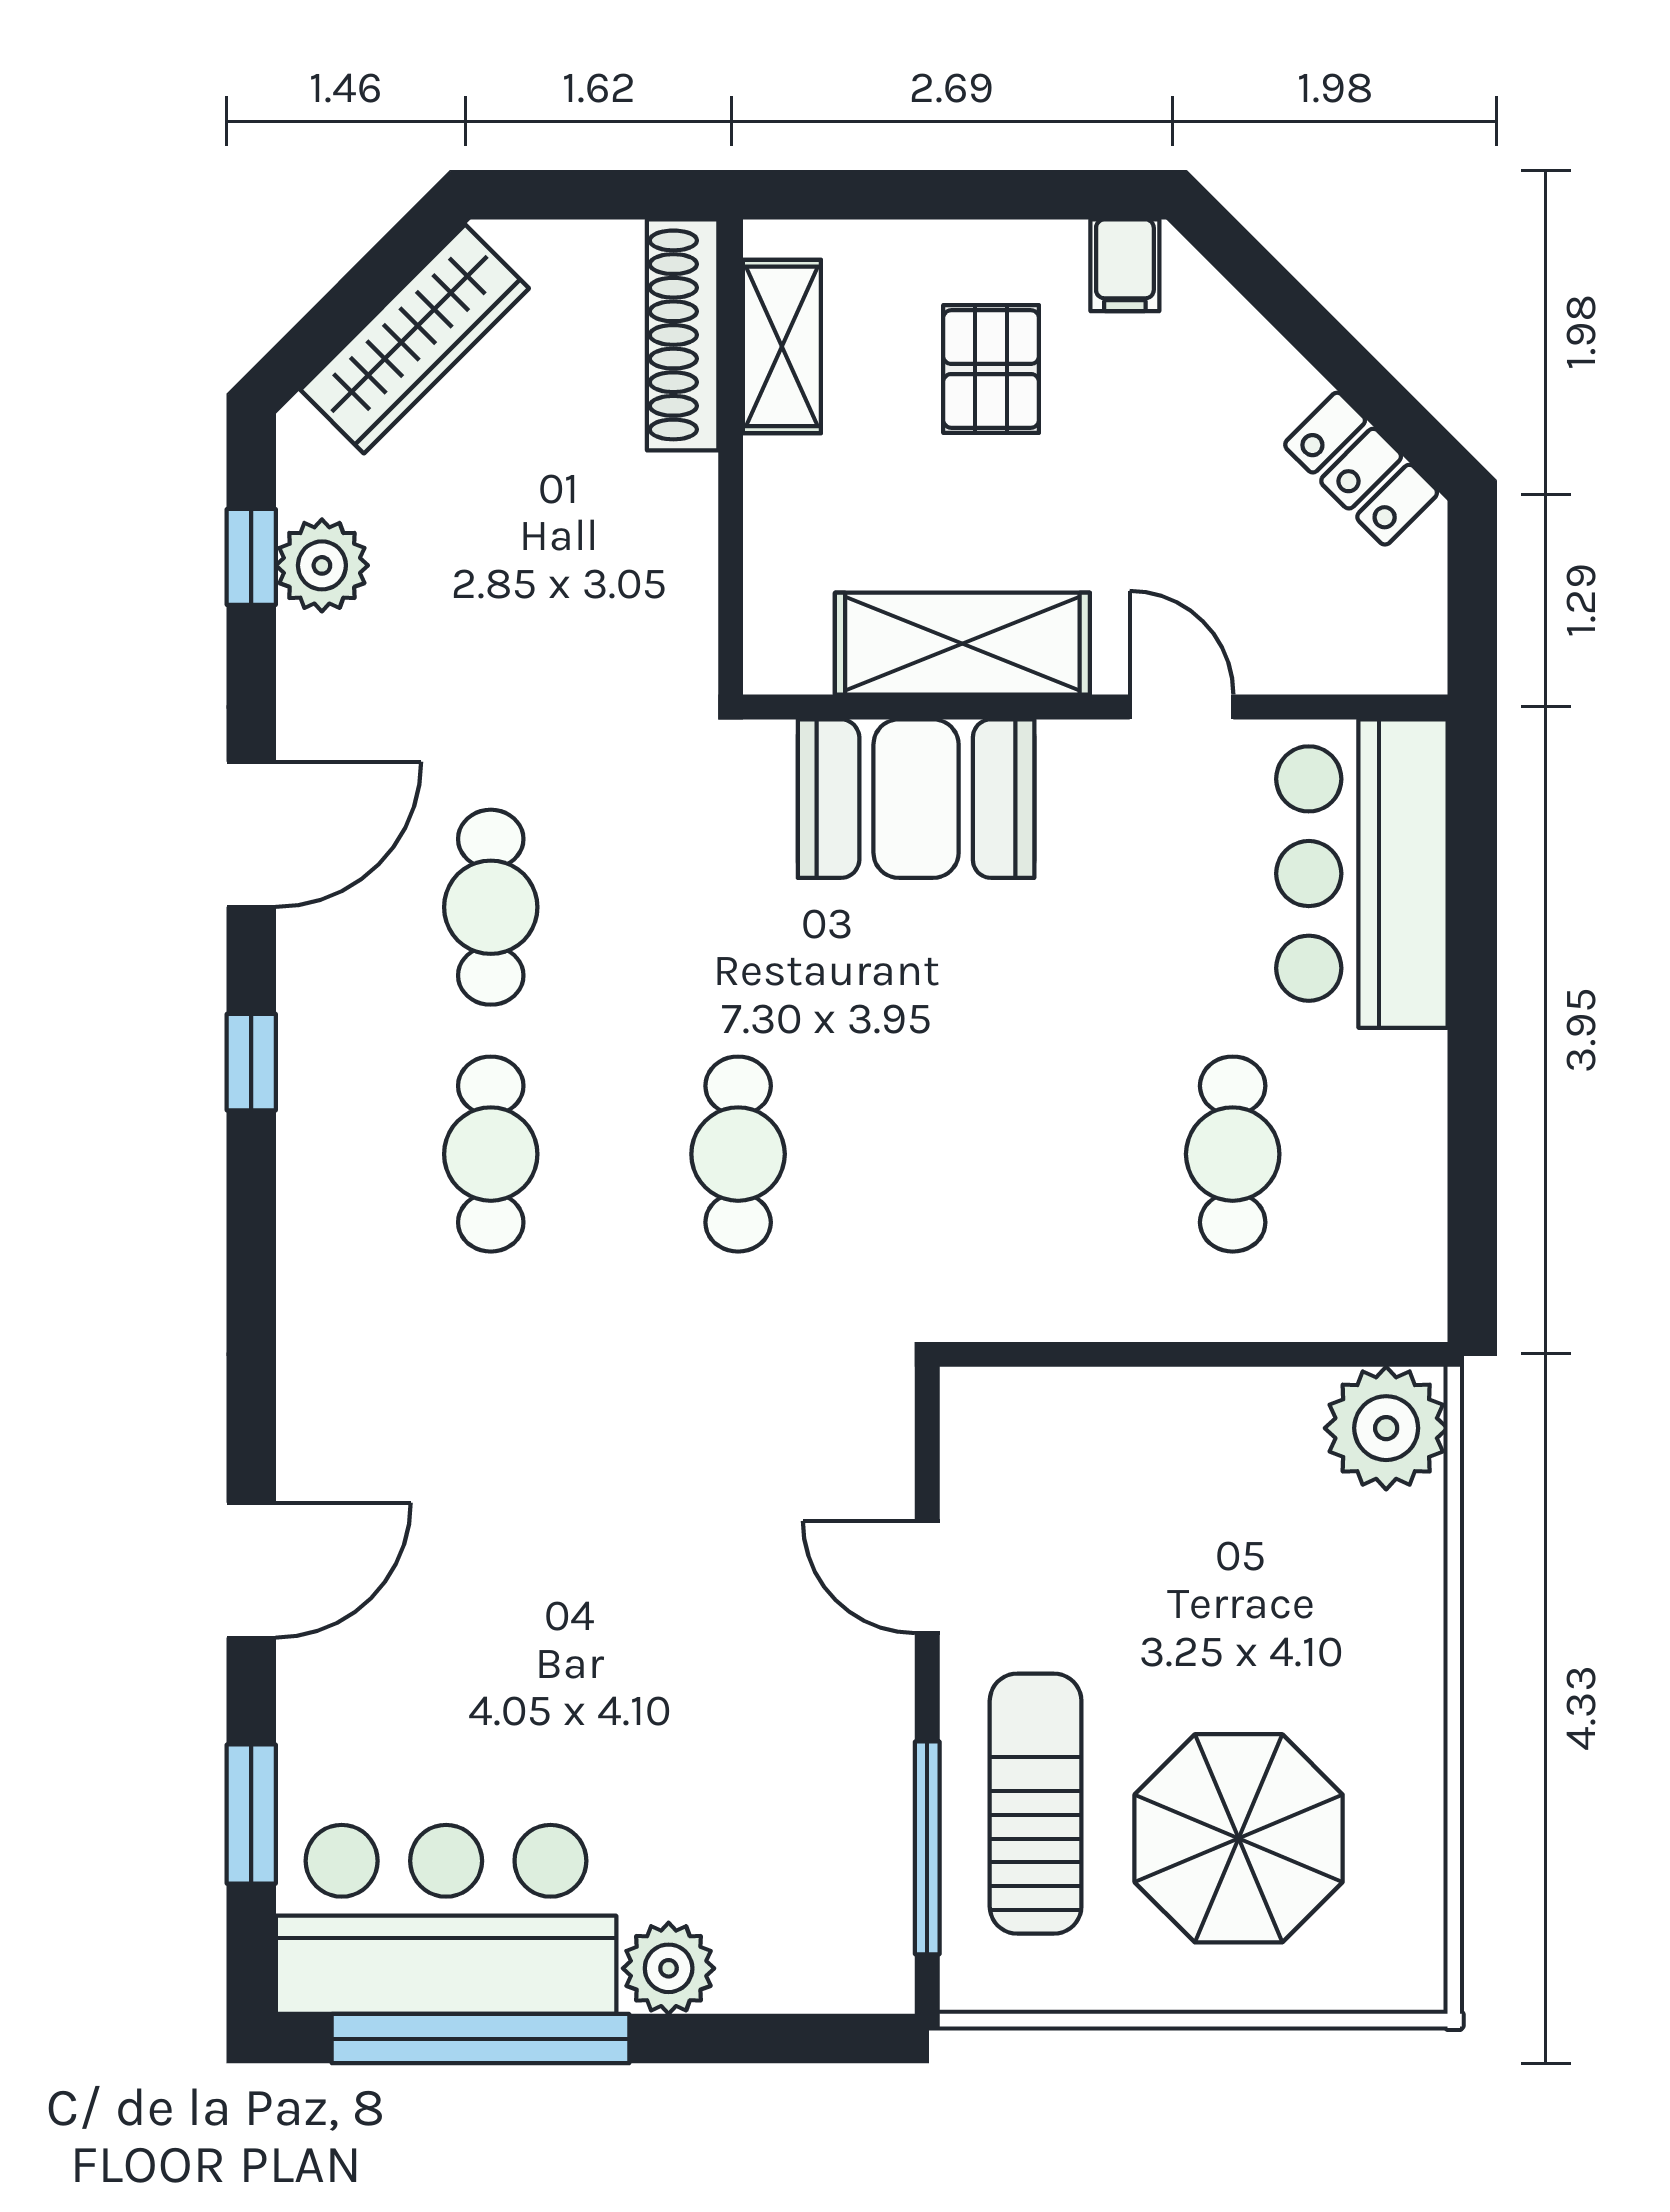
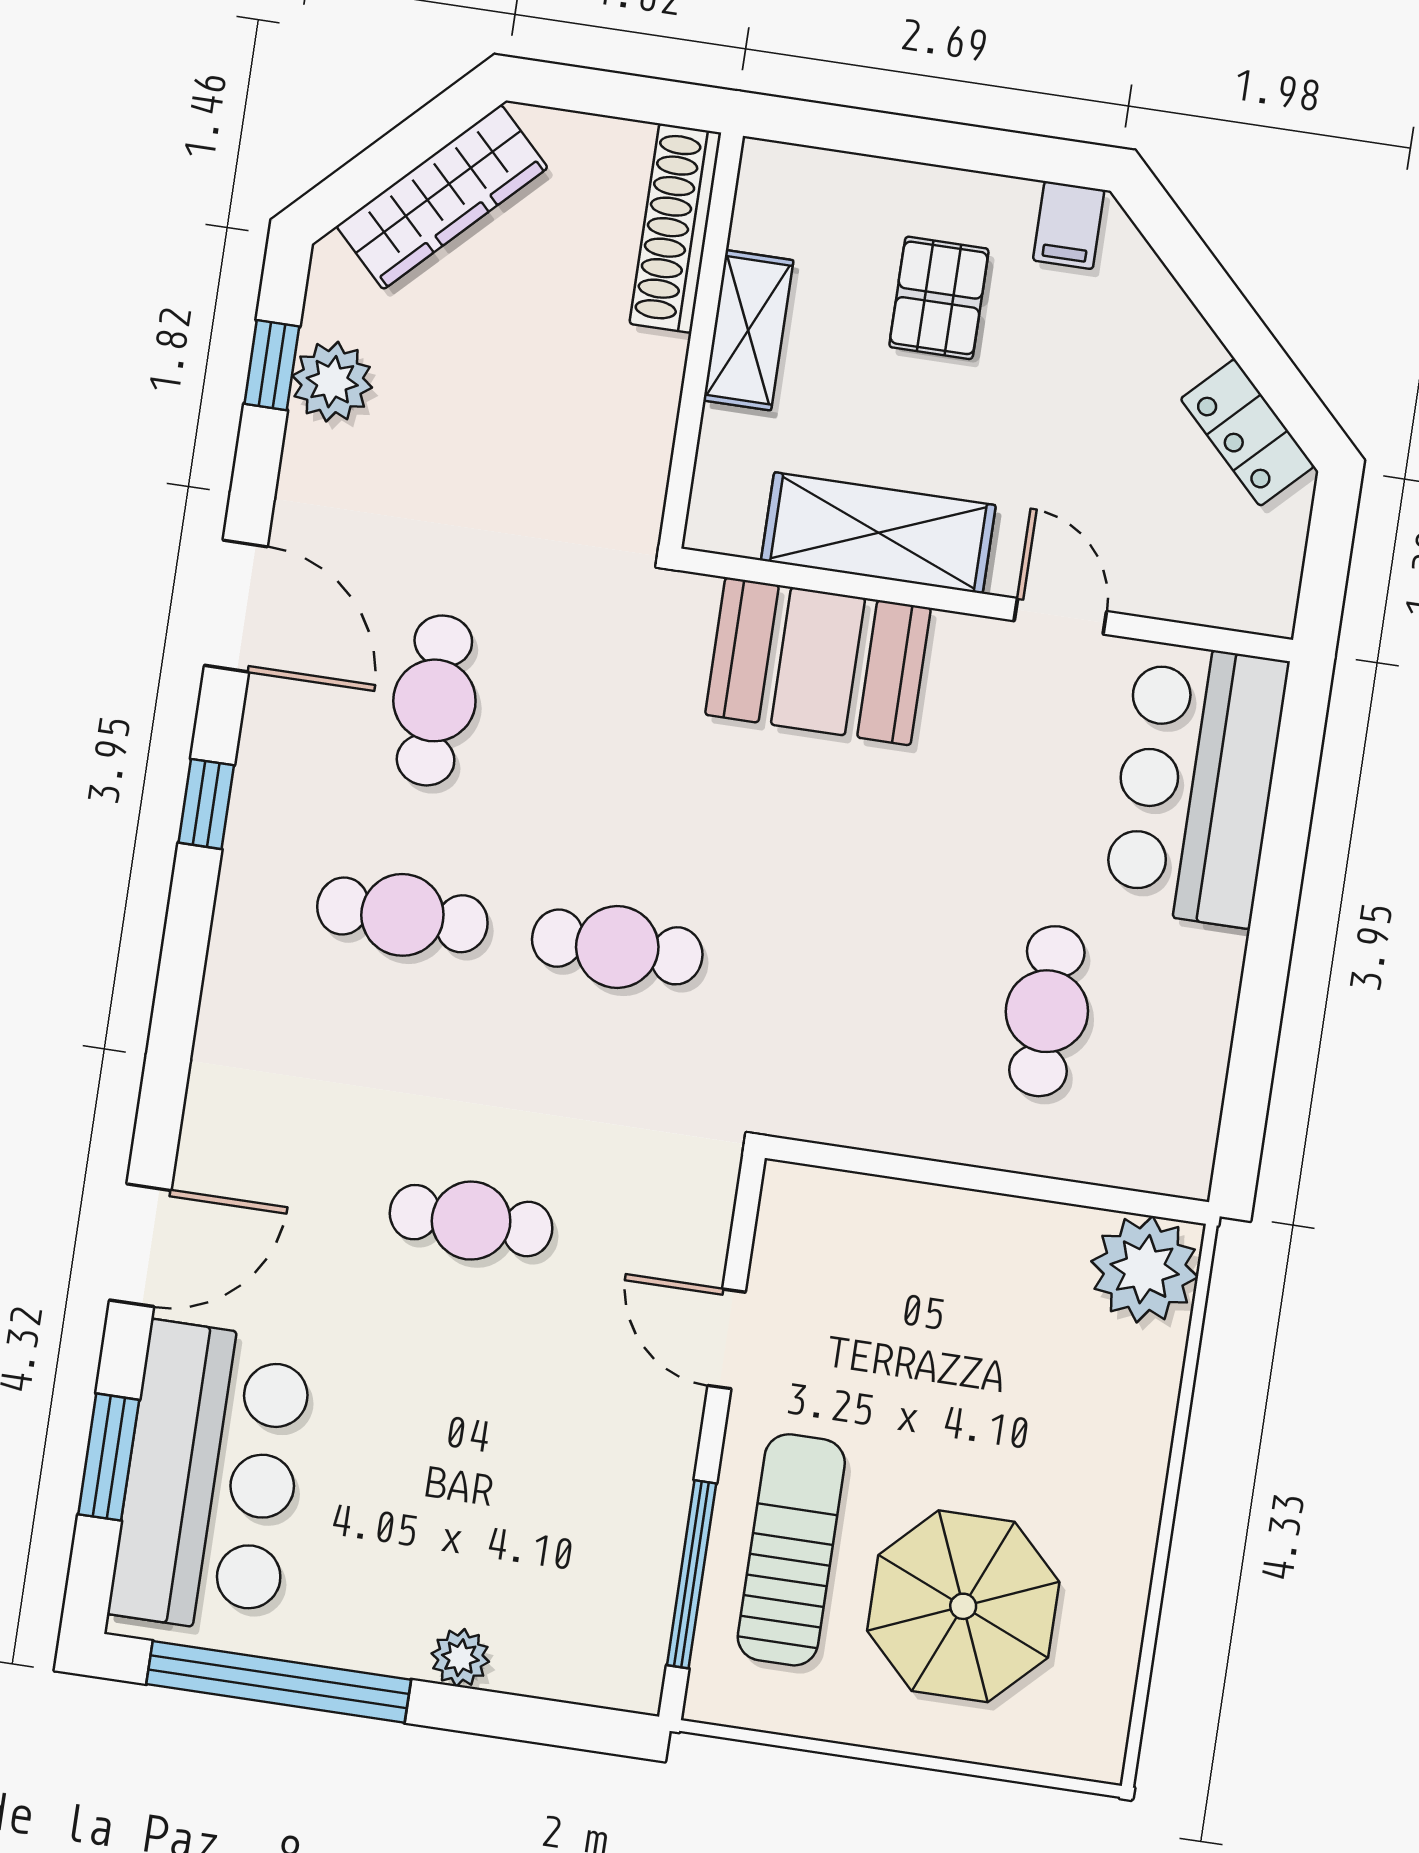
shelving: (782, 346) -> (748, 330), moved
door: (251, 834) -> (236, 606), hinge flipped
cafe table: (491, 1154) -> (402, 915), turned 90
cafe table: (738, 1154) -> (617, 947), turned 90
cafe table: (620, 1487) -> (471, 1221), added
bar counter: (446, 1919) -> (211, 1479), moved, turned 90
plant: (669, 1968) -> (460, 1658), width x0.73, depth x0.73

